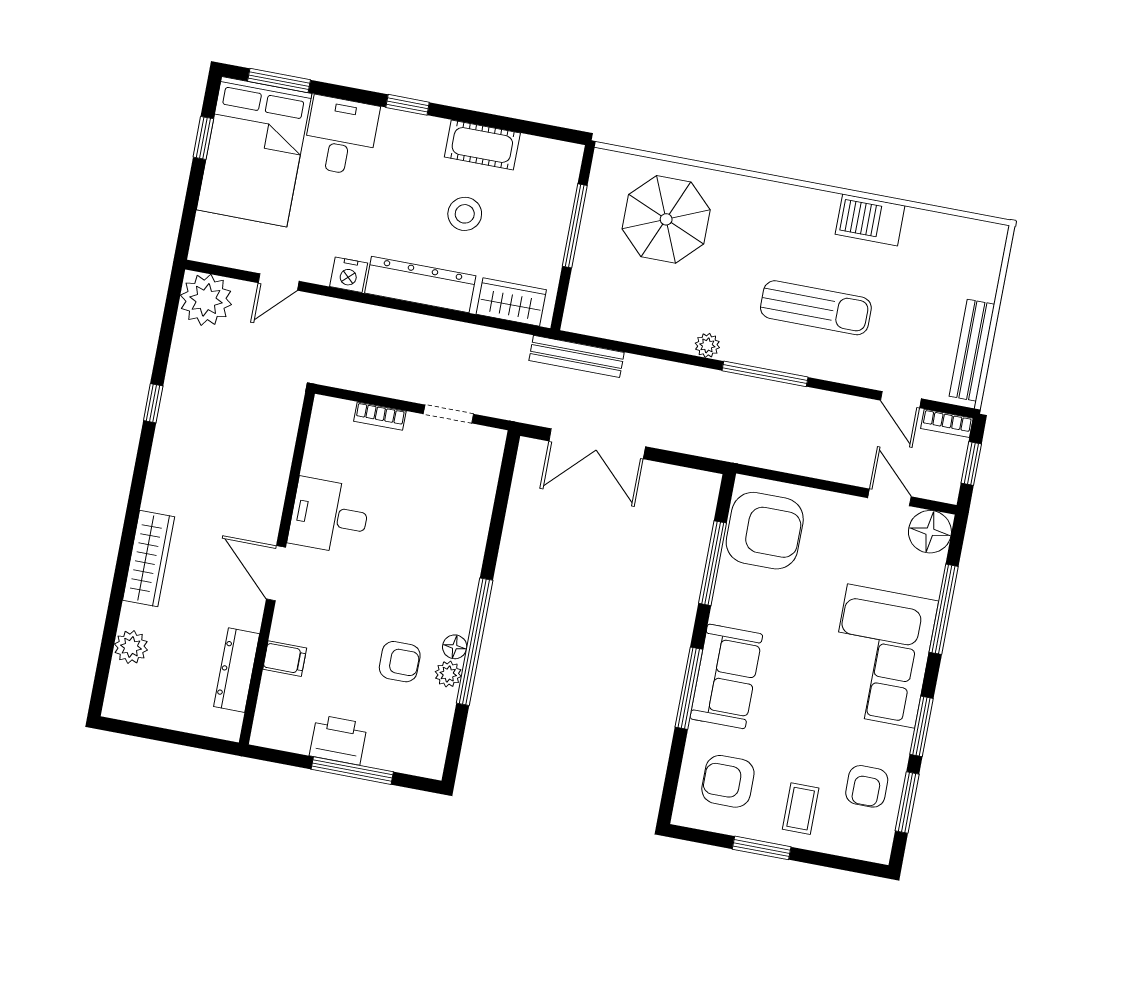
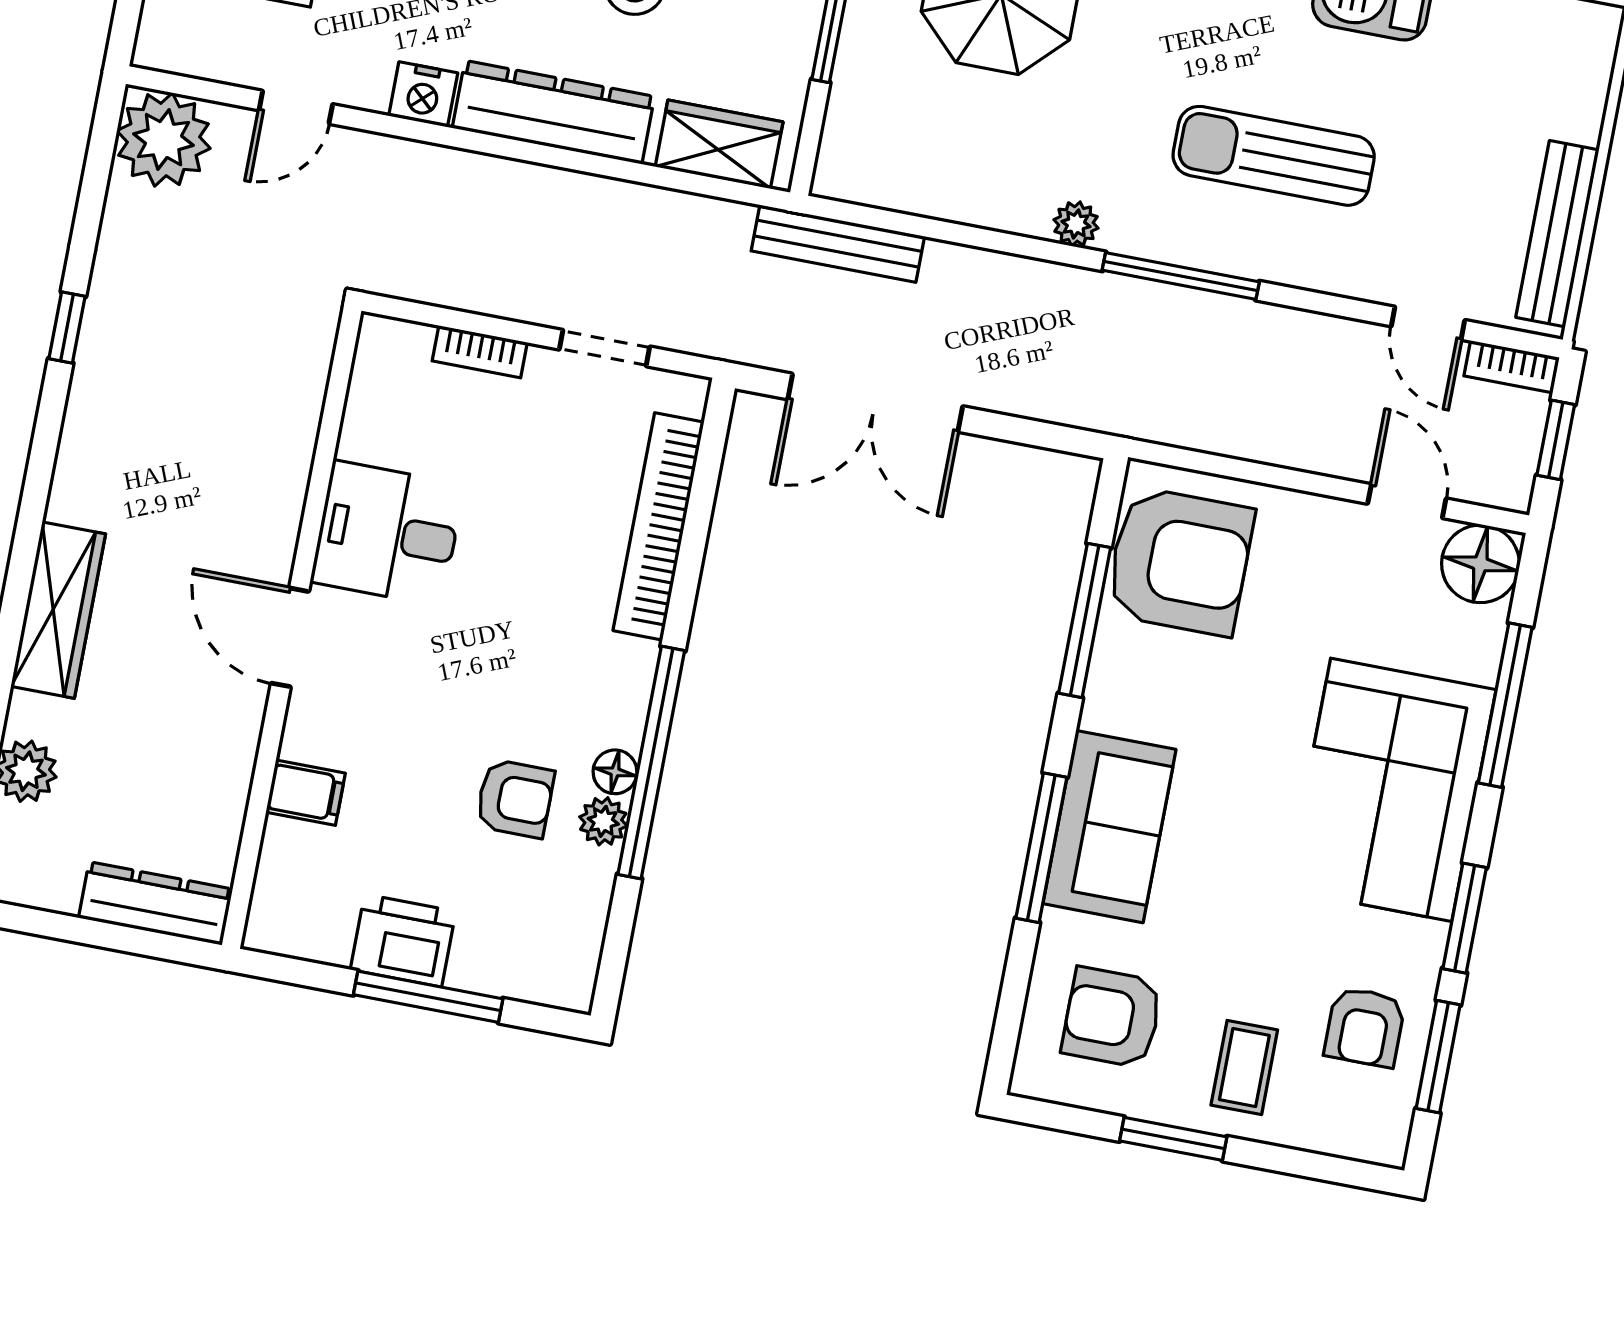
sun lounger: (816, 308) -> (1274, 156), turned 180
bookcase: (478, 512) -> (659, 526), added
dresser: (237, 670) -> (156, 903), moved, turned 90

